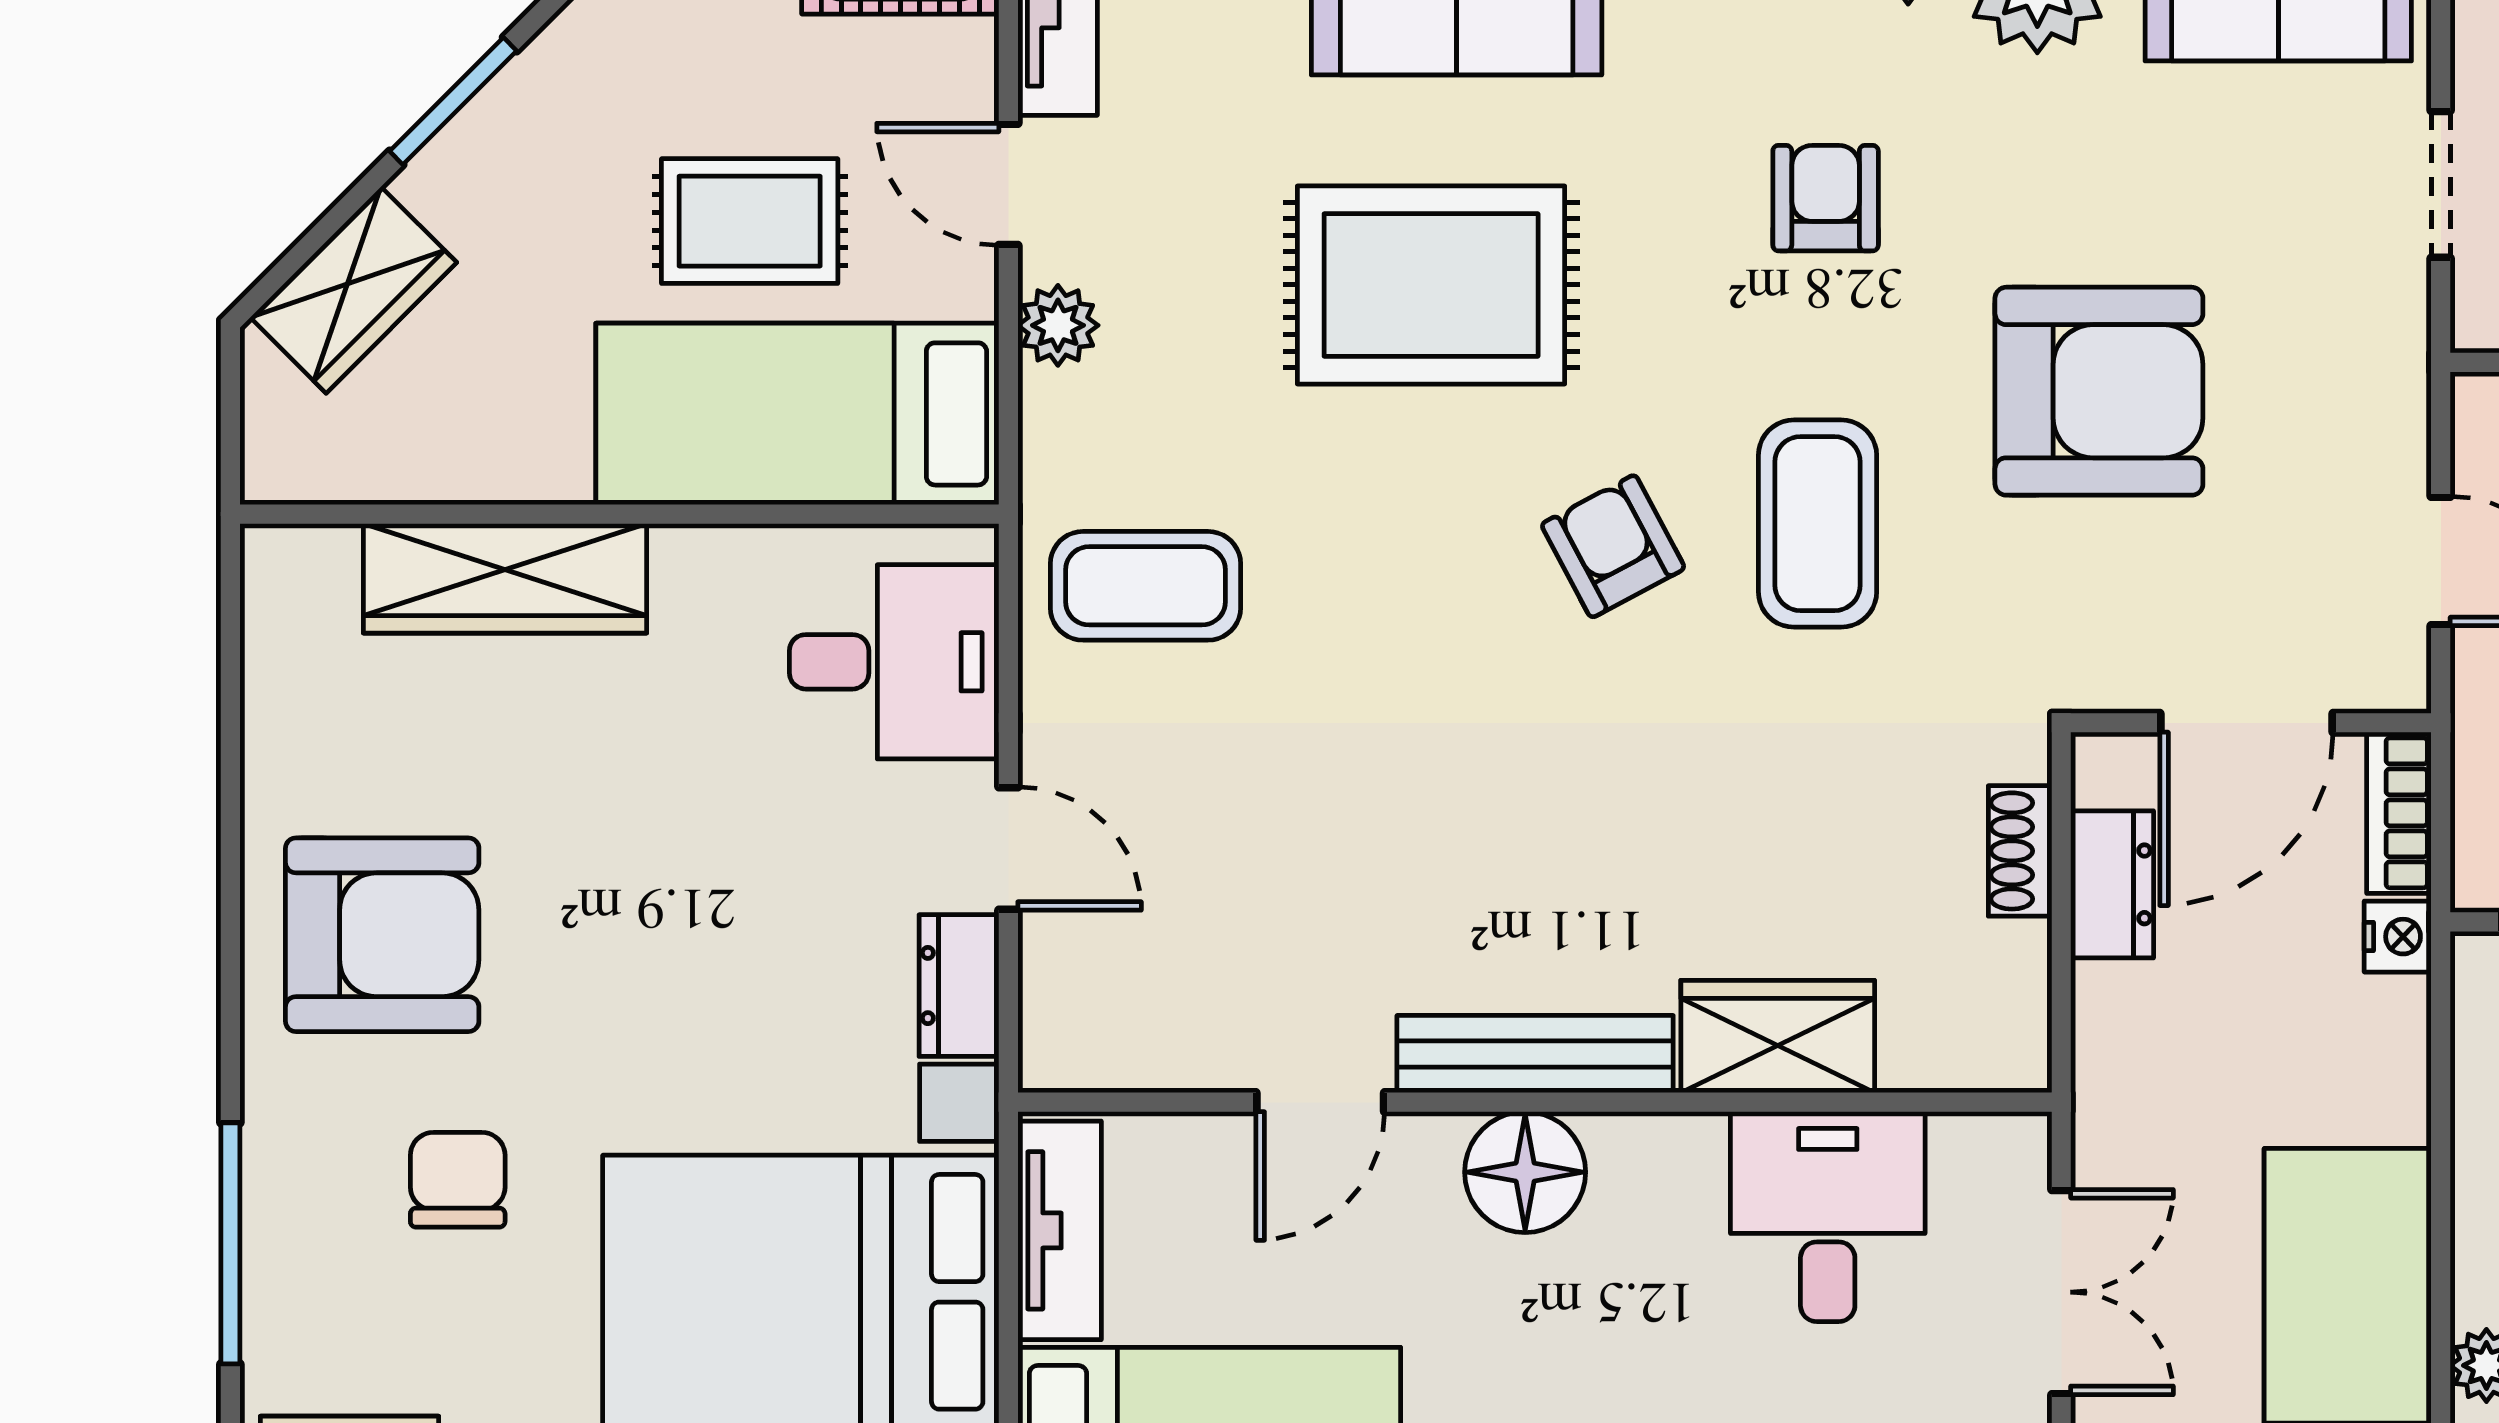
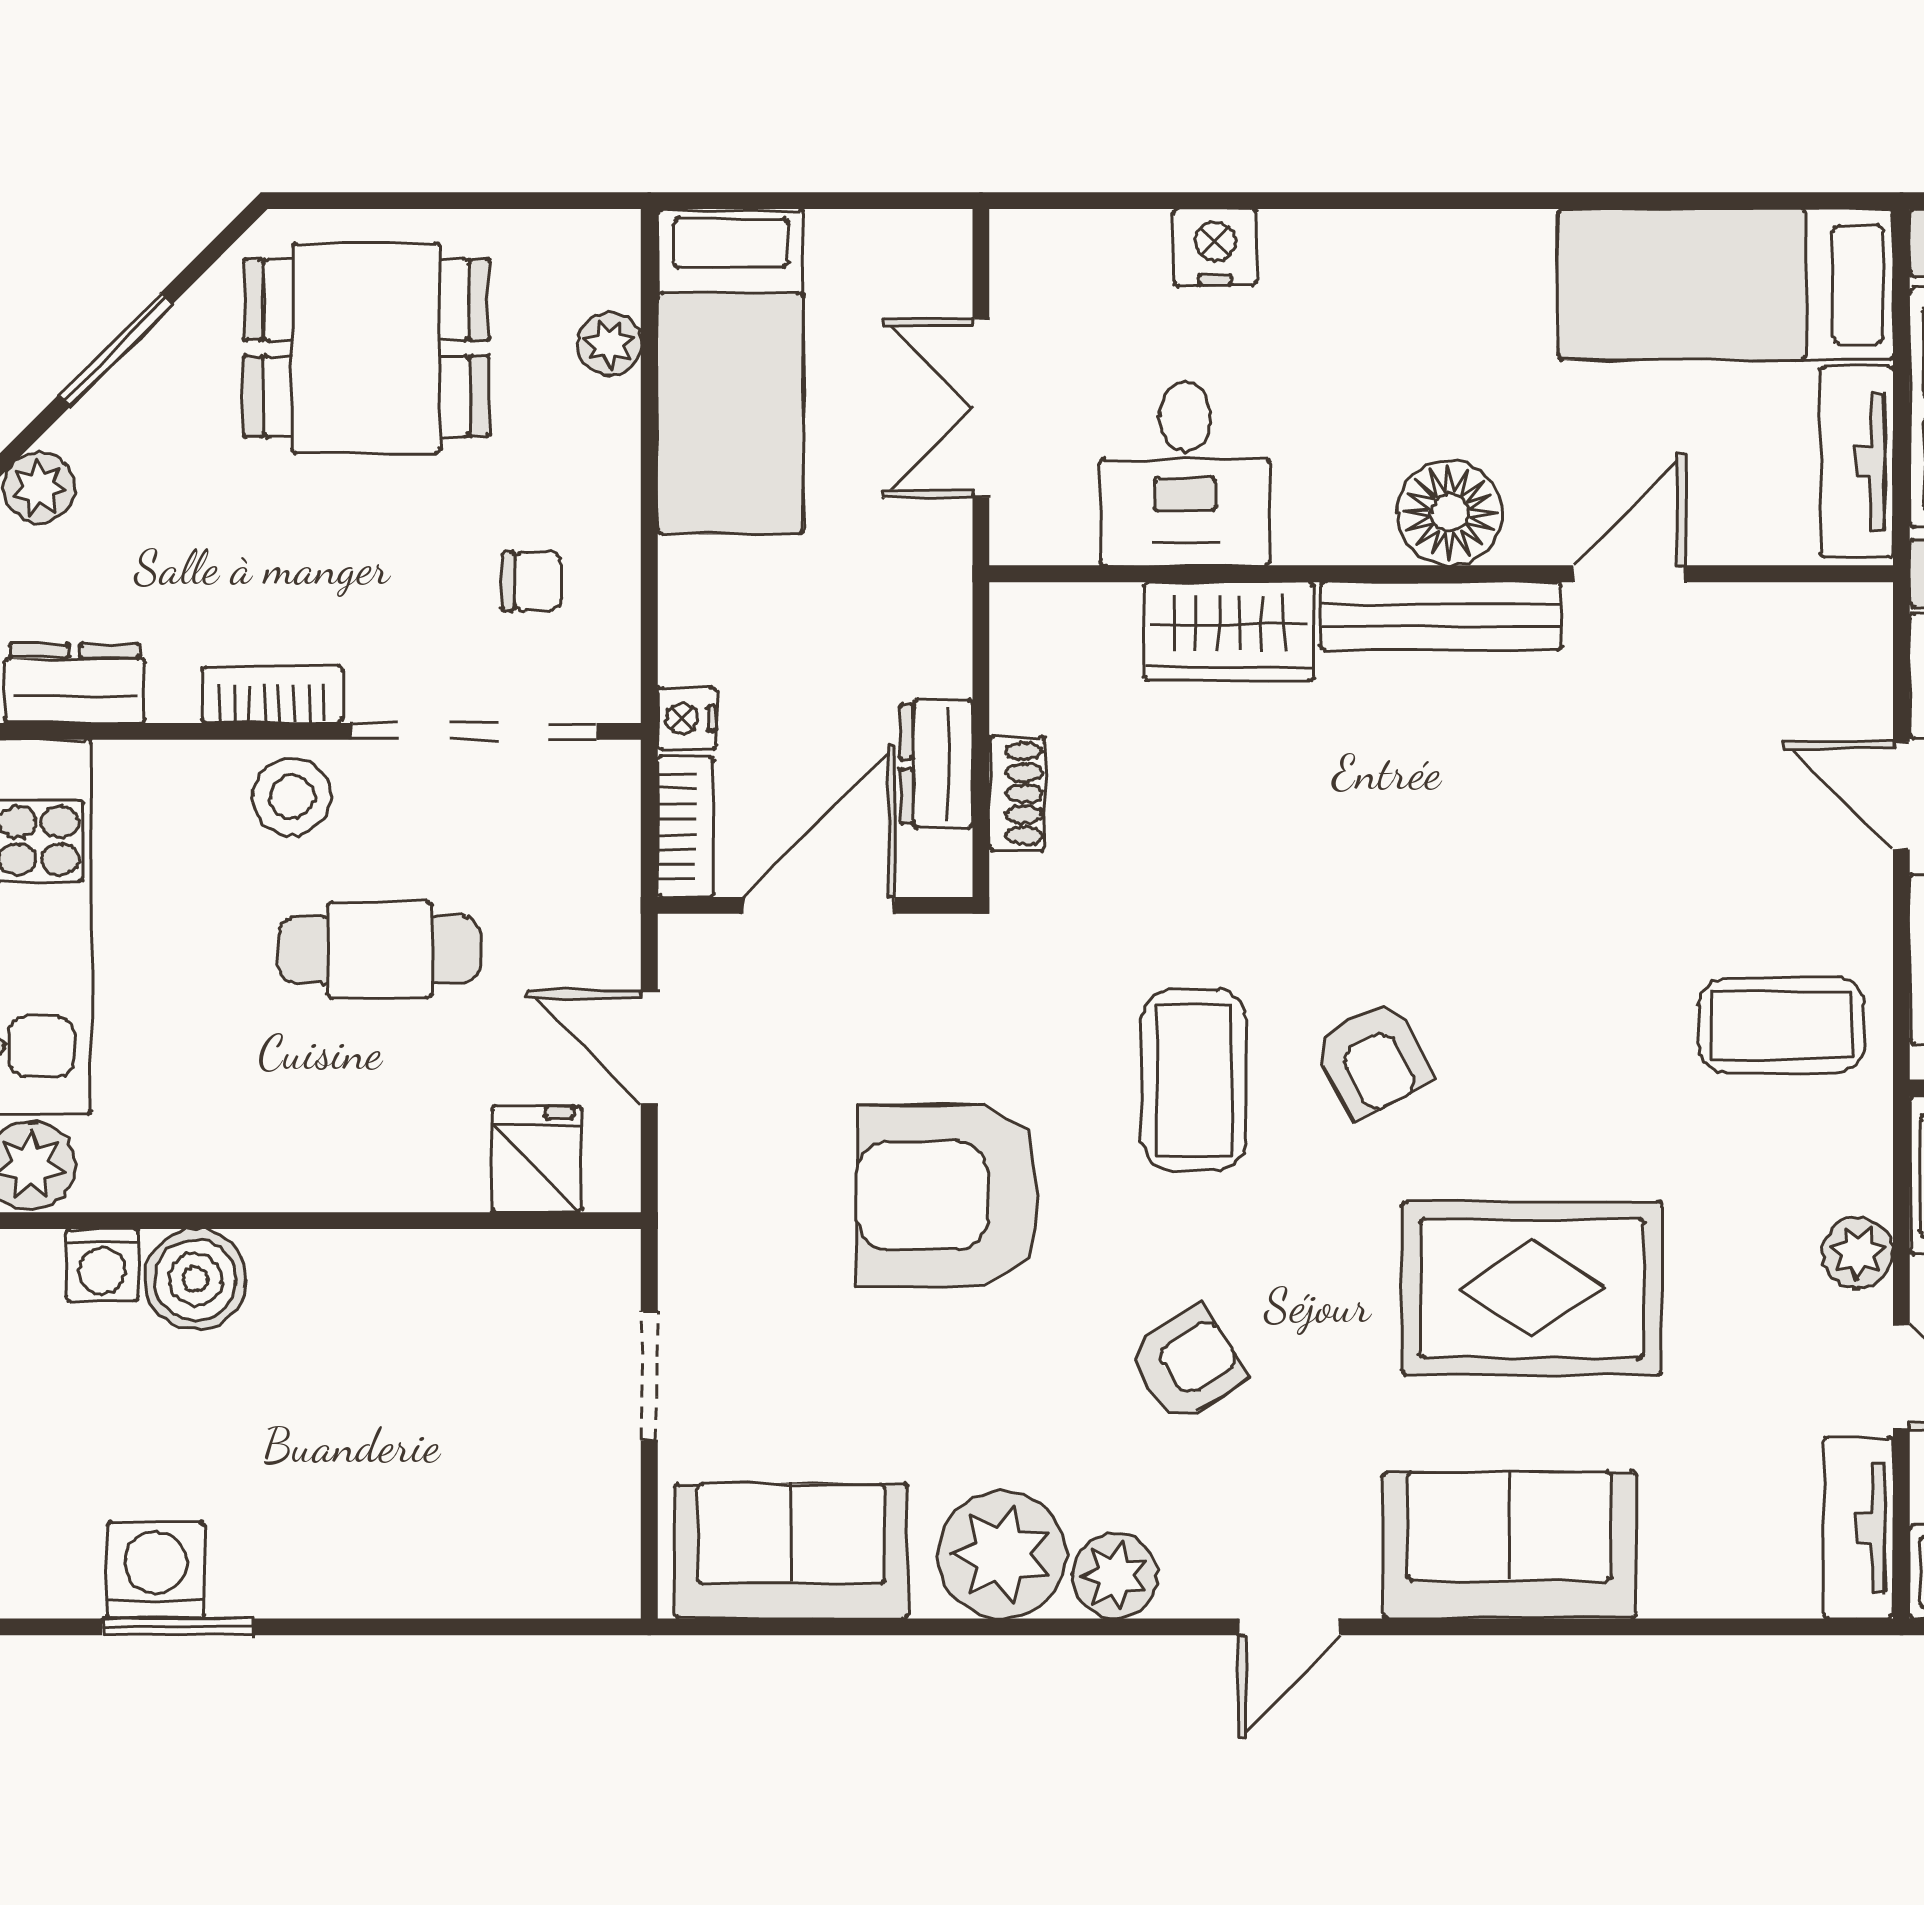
armchair: (1826, 198) -> (1187, 1364), turned -123

